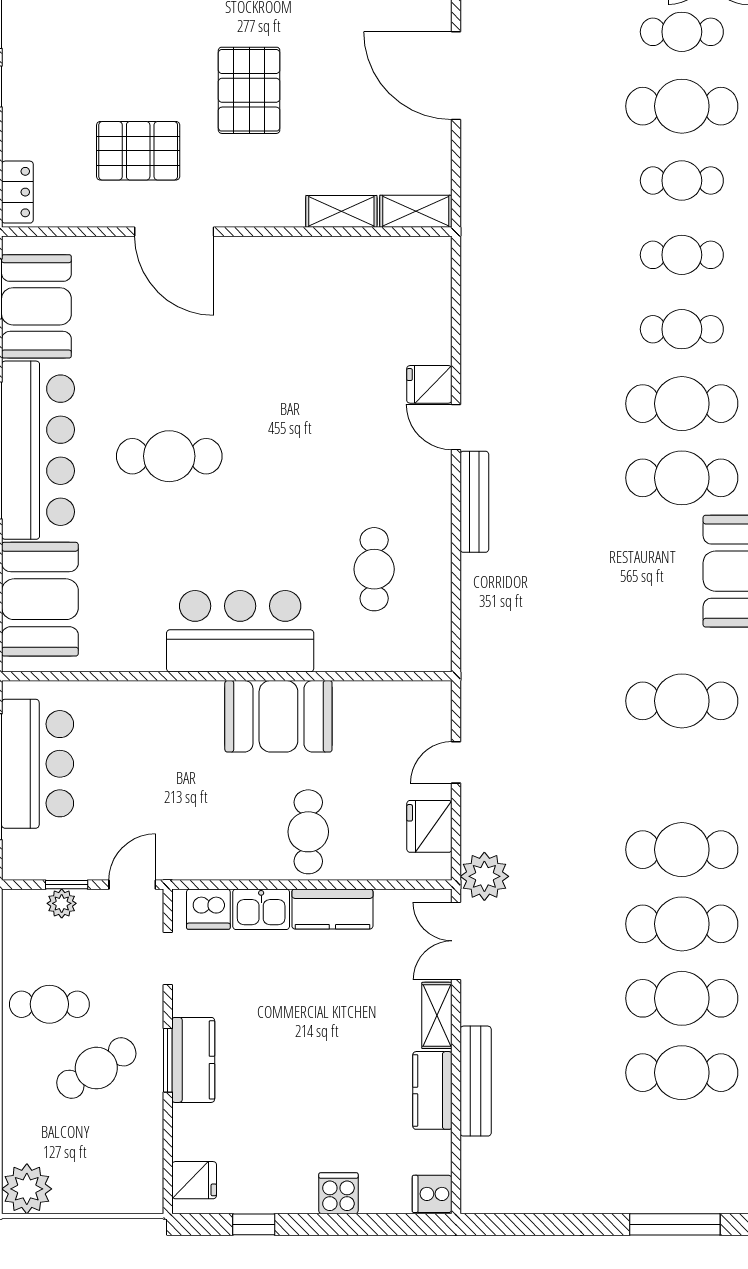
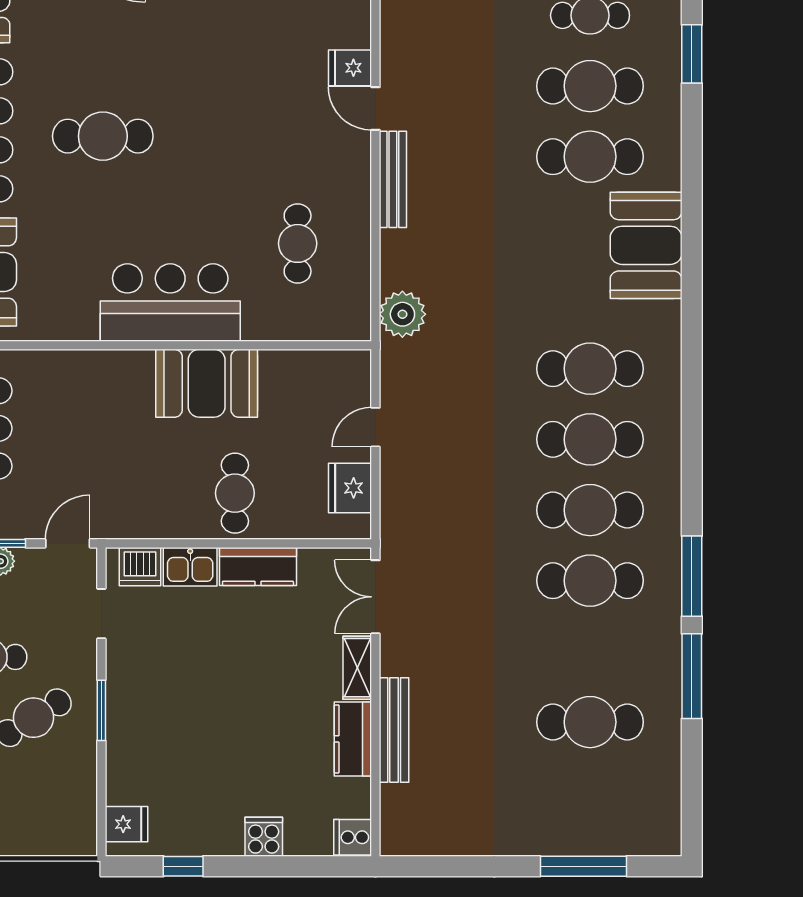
plant: (484, 876) -> (402, 314), moved
cafe table: (682, 998) -> (590, 439), moved
kitchen counter: (193, 1060) -> (126, 710), removed

